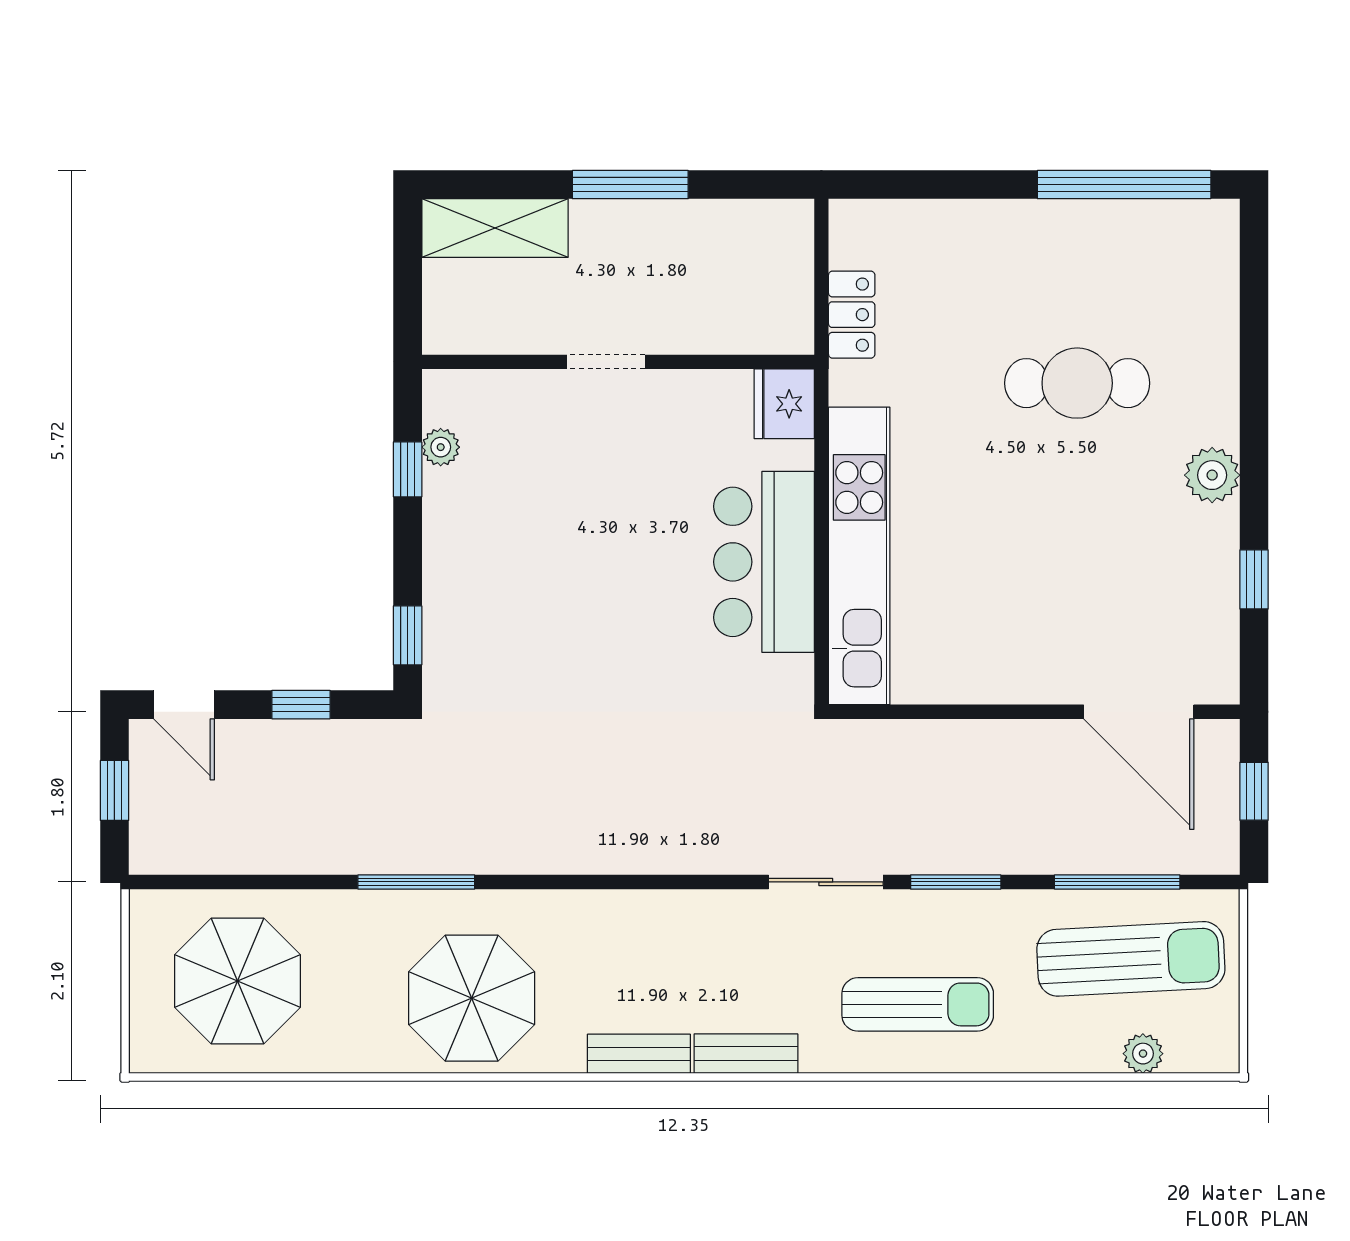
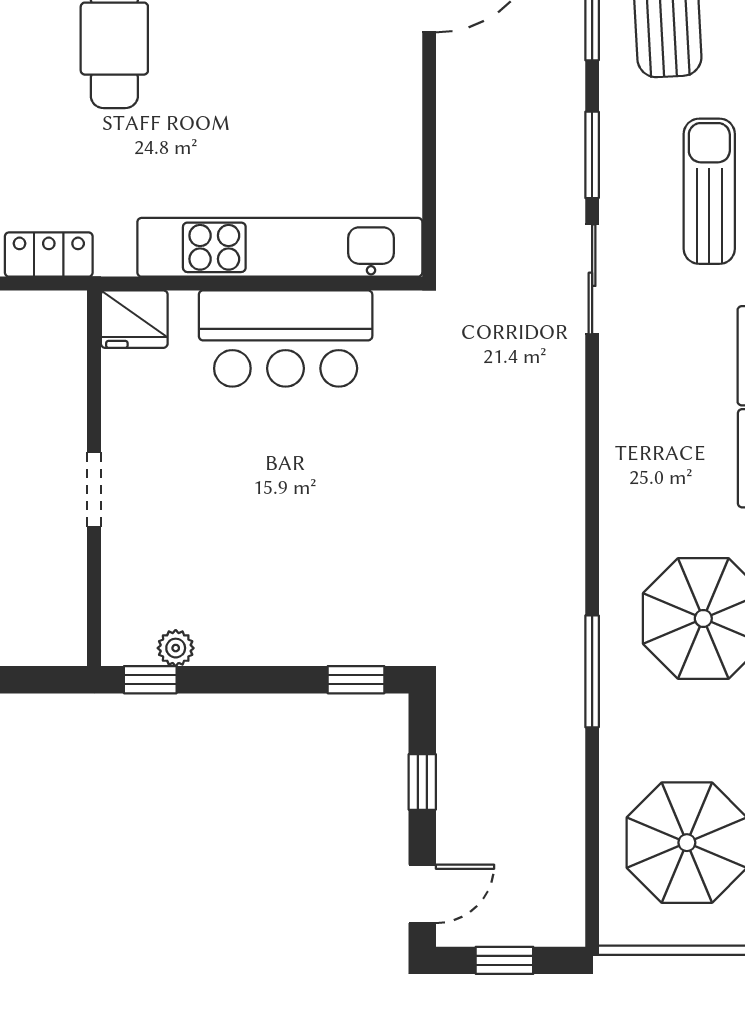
window: (408, 469) -> (150, 680), moved

